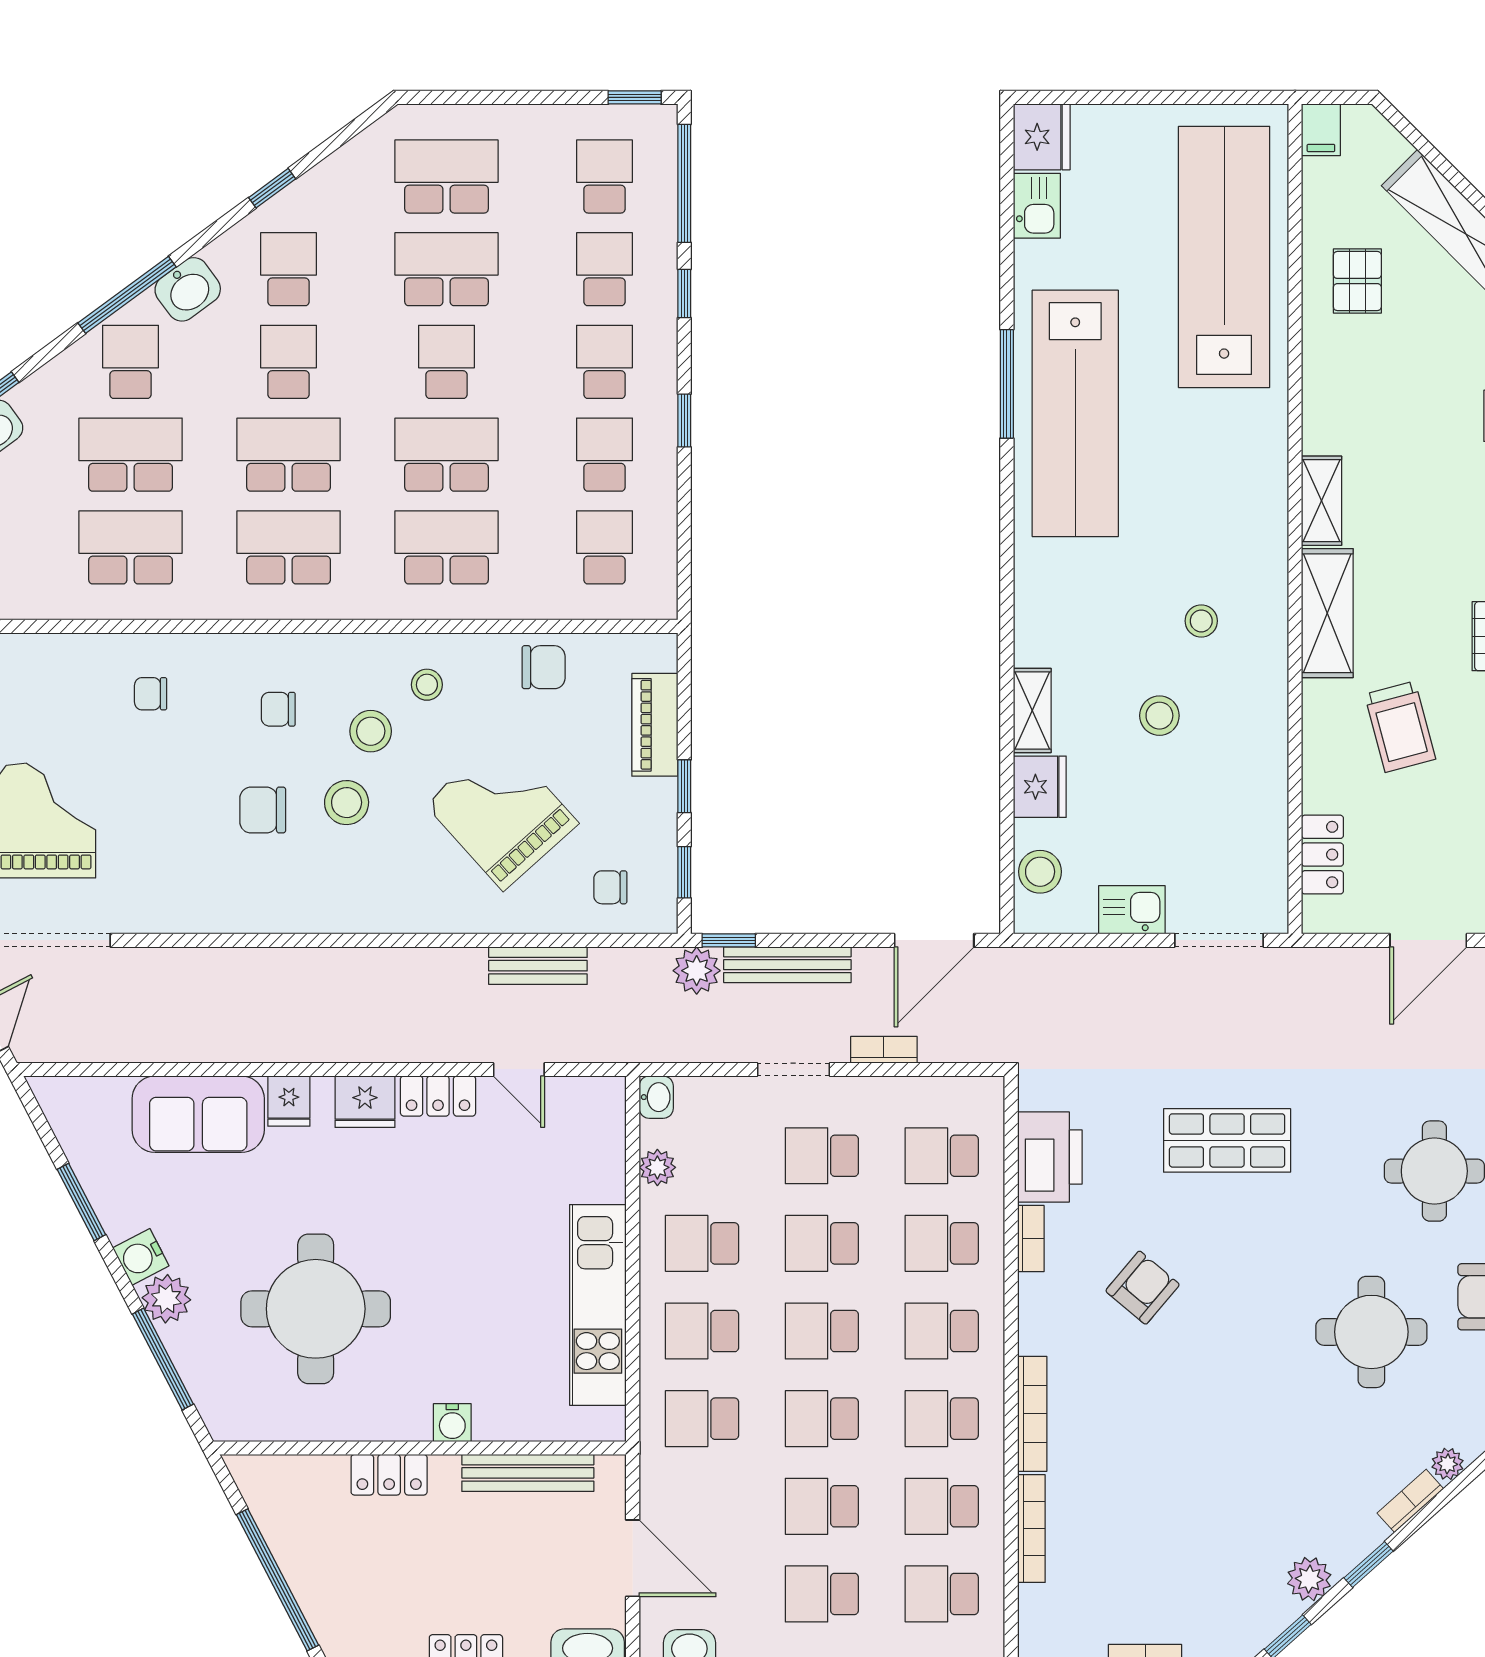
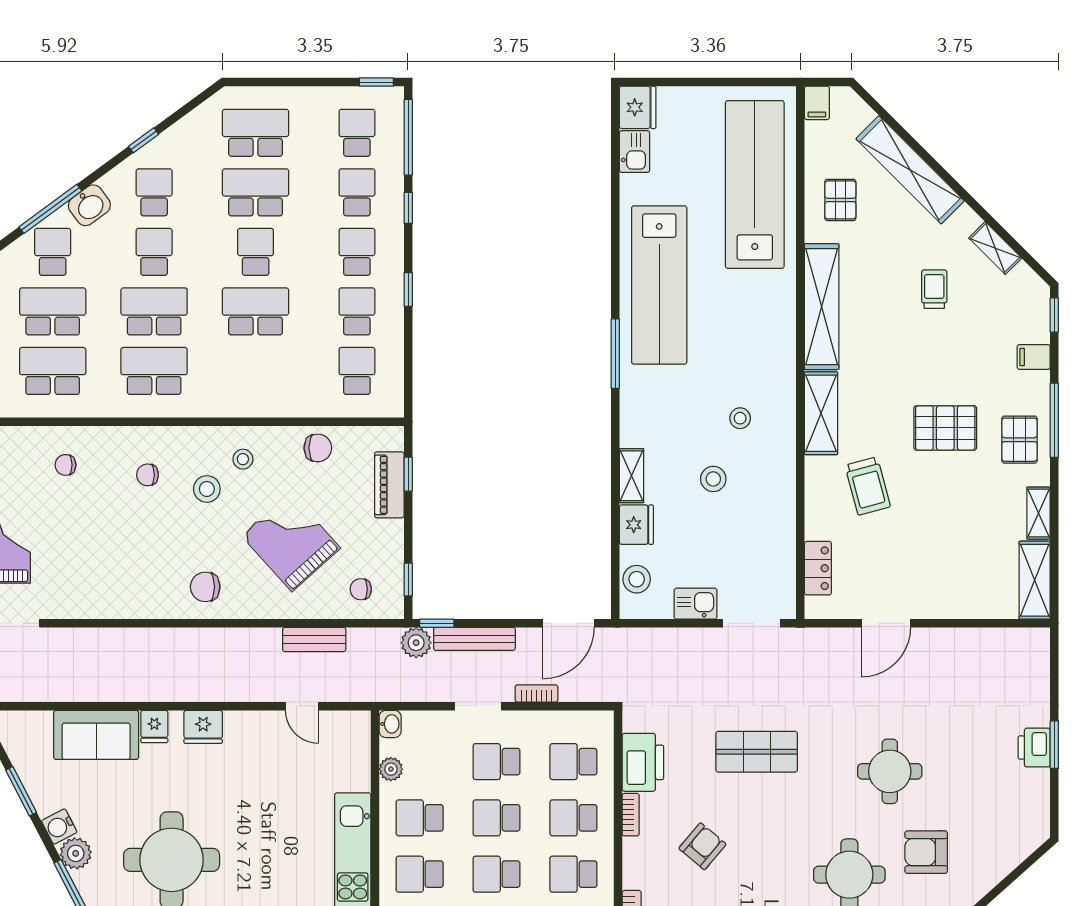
window: (1007, 384) -> (615, 354), moved
shelving: (1322, 501) -> (822, 307), width x2.20, depth x1.33
school desk: (447, 547) -> (256, 371), removed
window: (684, 786) -> (408, 474), moved
stool: (347, 803) -> (191, 535), removed
chair: (263, 810) -> (205, 587), moved
locker: (438, 1096) -> (250, 723), removed

